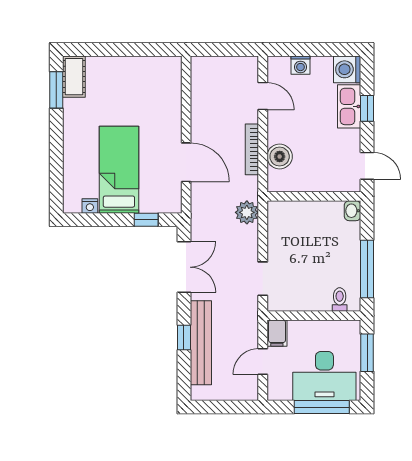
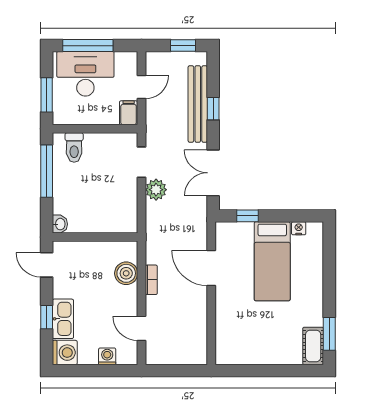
bookcase: (252, 149) -> (151, 280), width x0.64
plant: (247, 212) -> (156, 190), moved
toilet: (340, 299) -> (74, 148), width x1.37, depth x1.39
window: (217, 407) -> (183, 46), added

